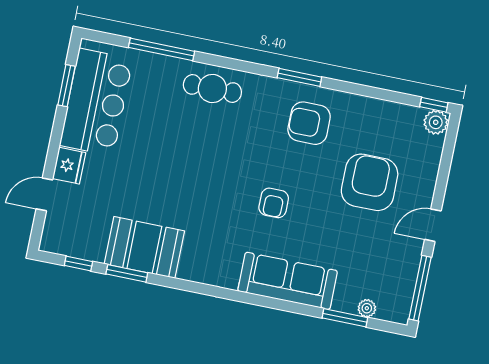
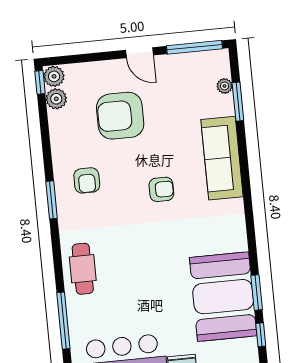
plant: (410, 117) -> (56, 99), added
armchair: (309, 123) -> (87, 180), width x0.72, depth x0.72
booth: (144, 247) -> (223, 297), width x1.36, depth x1.42

